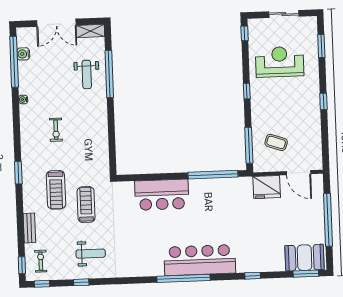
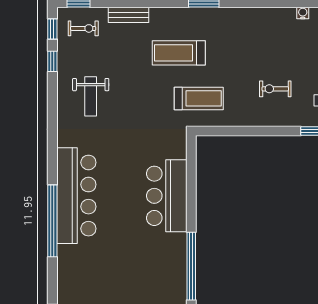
exercise bike: (56, 130) -> (275, 89), moved
treadmill: (86, 205) -> (199, 98), moved
bar counter: (200, 260) -> (76, 196), moved
window: (81, 282) -> (52, 61), moved

